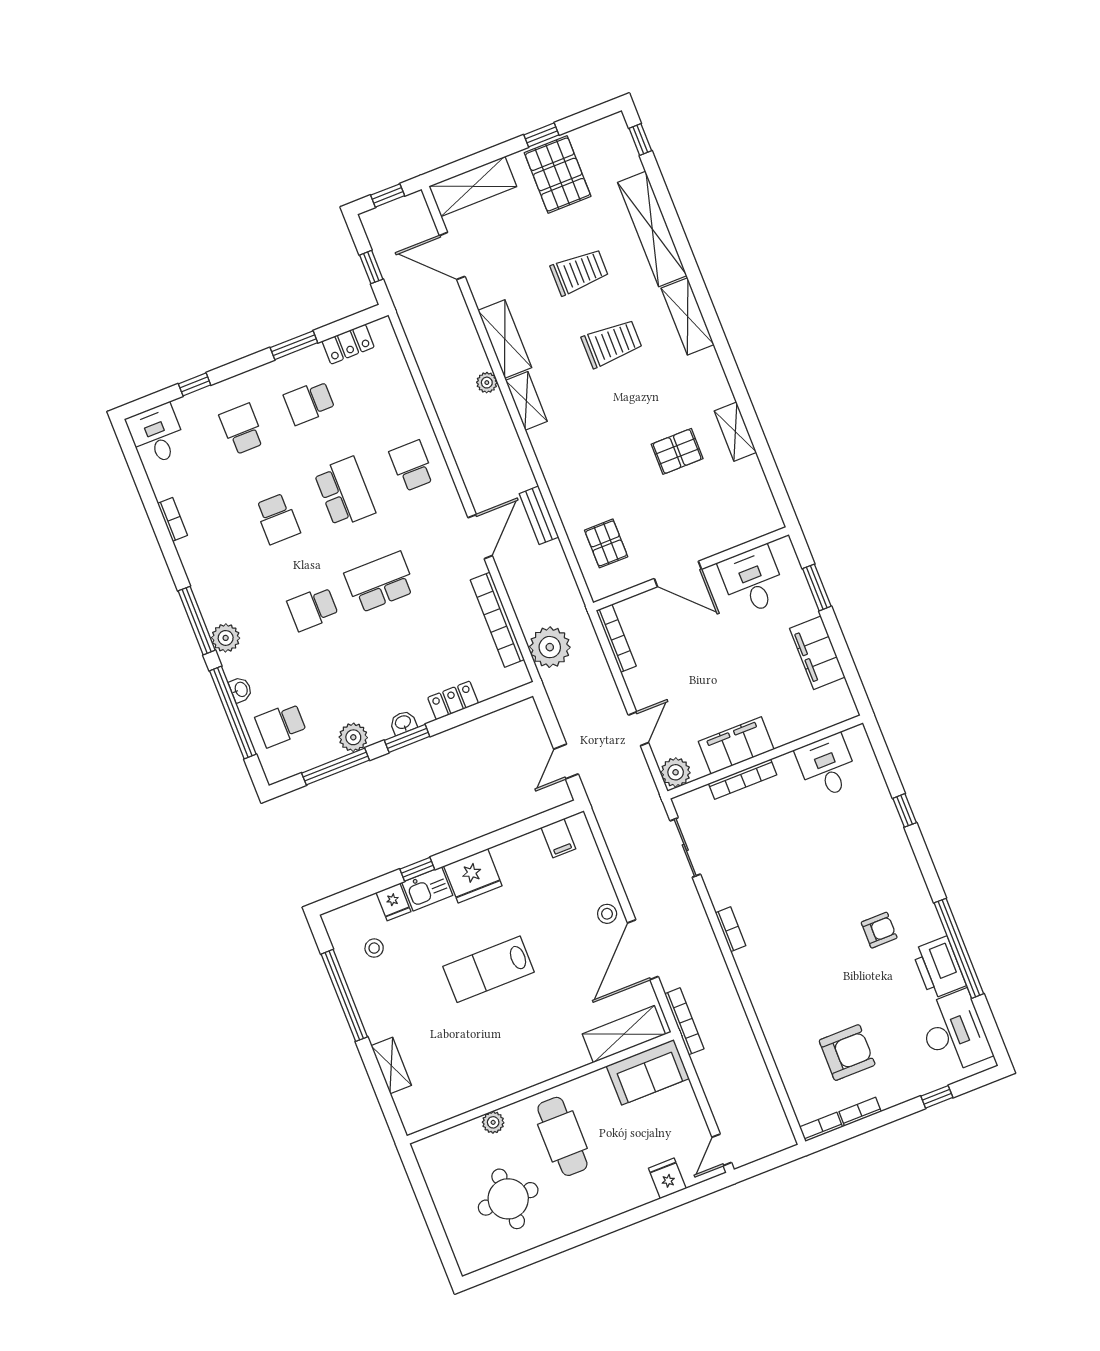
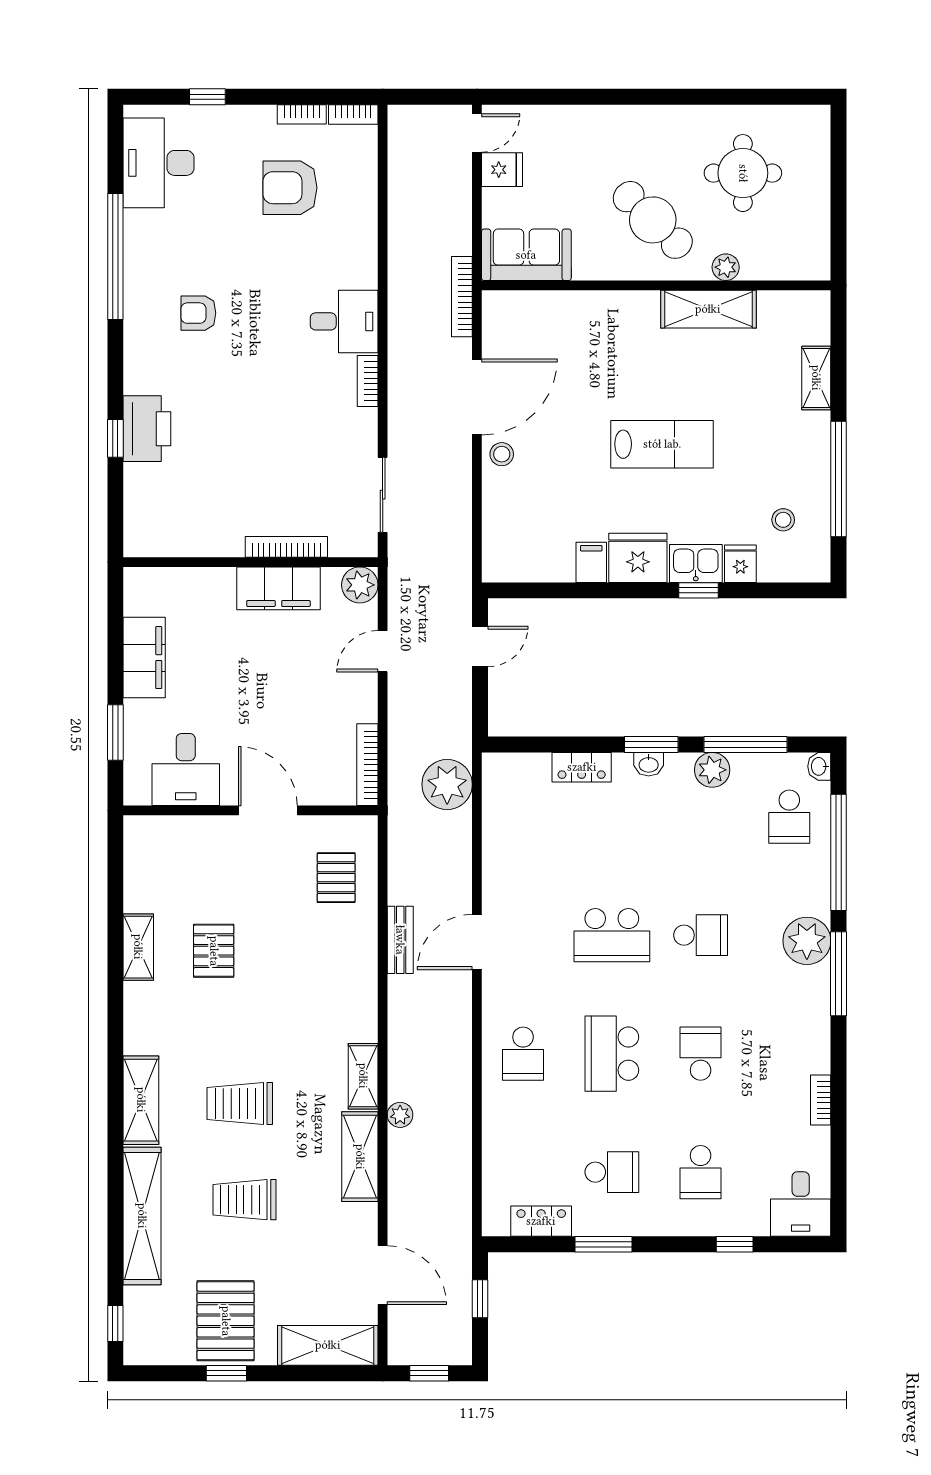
pallet: (677, 451) -> (214, 951), turned 90
bookcase: (497, 620) -> (495, 839), removed
plant: (226, 638) -> (807, 941), width x1.36, depth x1.36
washbasin: (241, 690) -> (819, 766), moved
school desk: (281, 725) -> (789, 817), turned 90
desk: (827, 766) -> (344, 321), moved, turned -90
filing cabinet: (558, 838) -> (591, 562), moved
printer: (939, 968) -> (147, 429), moved
shelving: (624, 1034) -> (708, 309), moved
cafe table: (562, 1136) -> (653, 220), turned -46
fridge: (667, 1178) -> (502, 170), moved, turned -90

